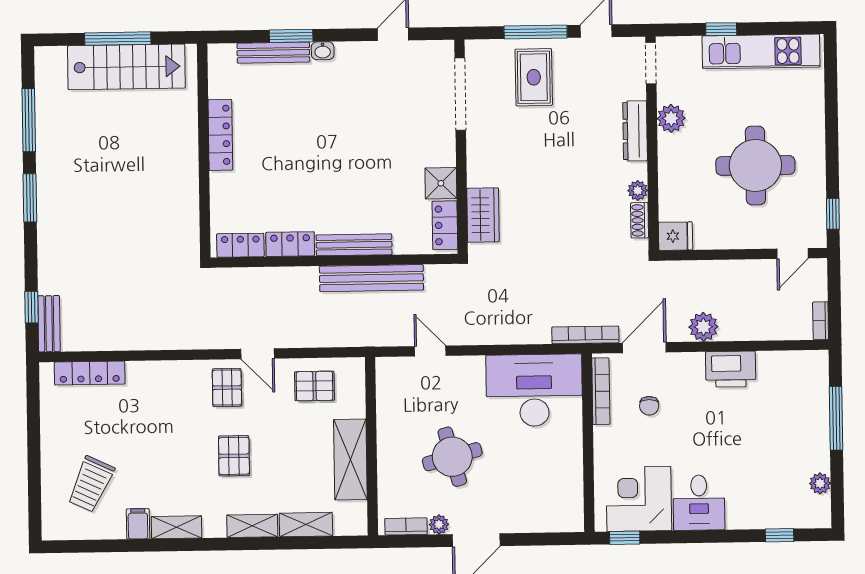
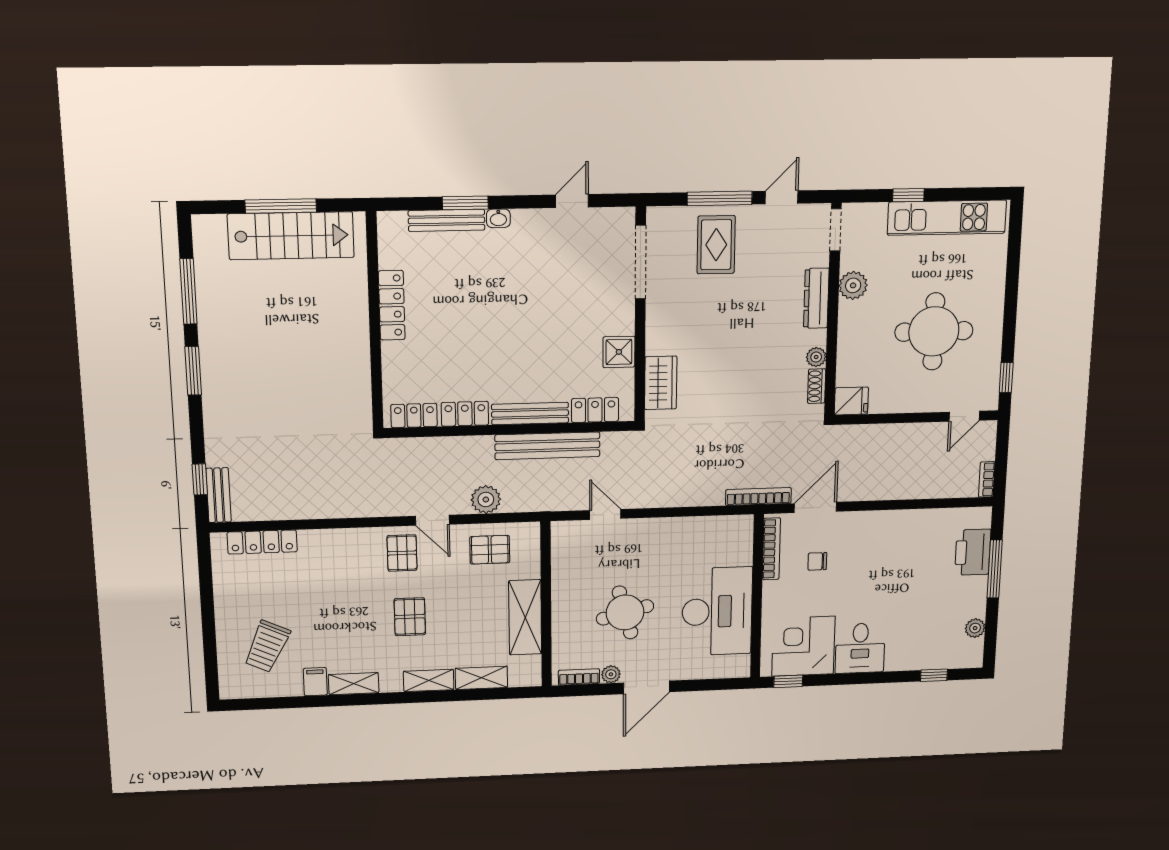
locker: (445, 225) -> (595, 410), moved, turned 90
plant: (703, 327) -> (486, 499), moved
printer: (731, 369) -> (973, 552), moved, turned 90
desk: (534, 390) -> (717, 611), moved, turned 90
chair: (649, 406) -> (817, 561), turned 90

